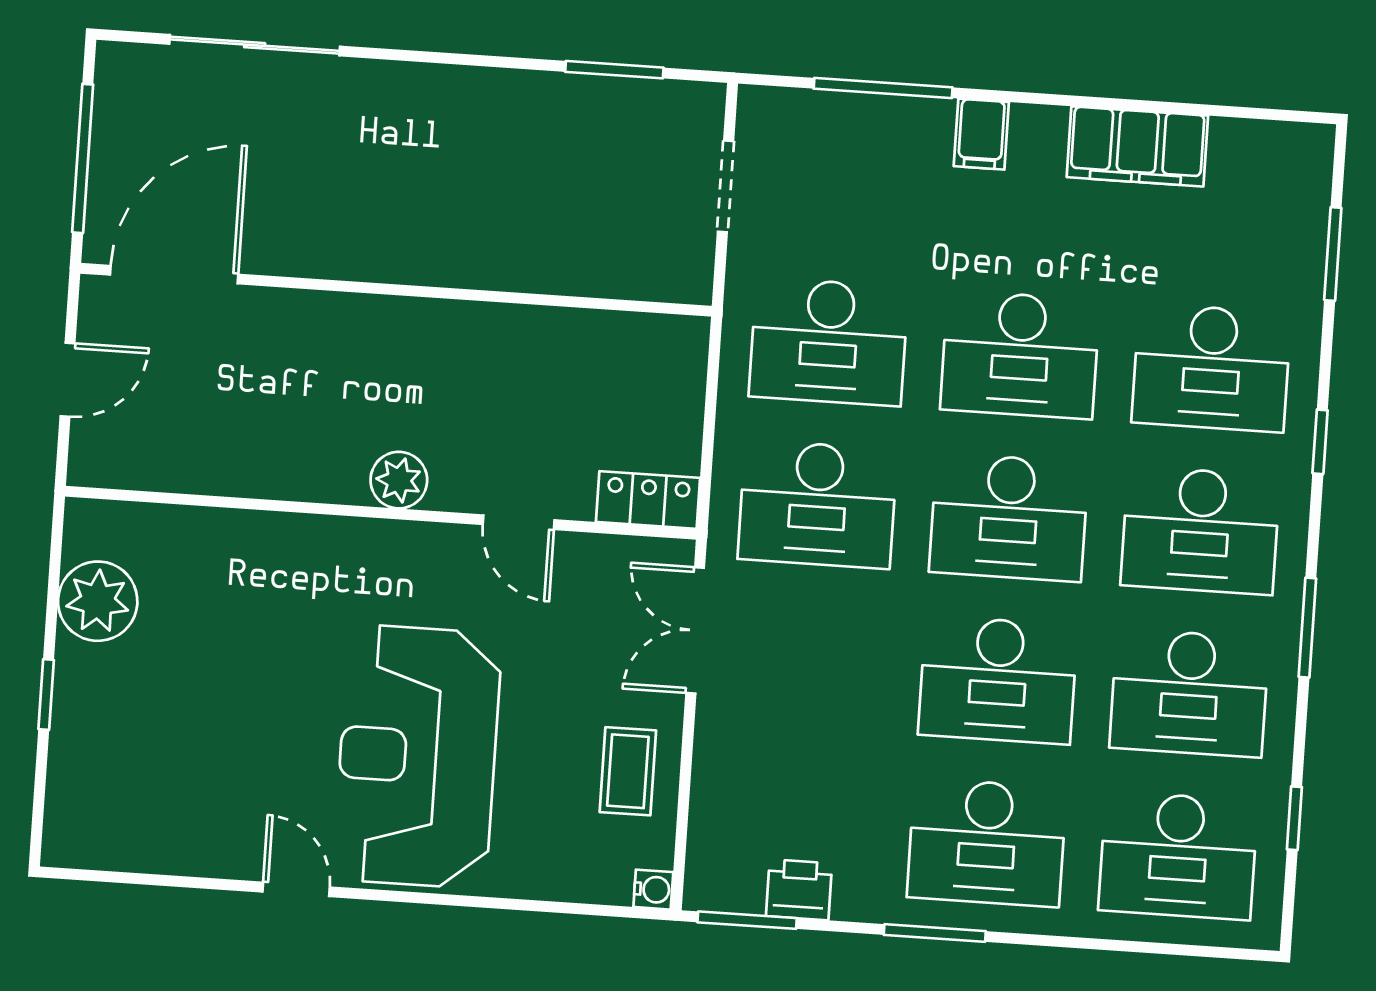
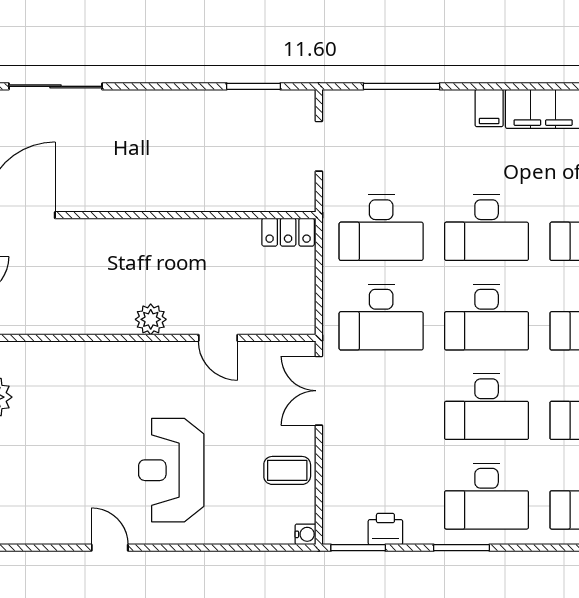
filing cabinet: (981, 134) -> (489, 108), moved
locker: (648, 500) -> (288, 232), moved, turned 180
reception desk: (417, 756) -> (171, 470), width x0.74, depth x0.77
coffee table: (628, 771) -> (287, 470), turned 90

